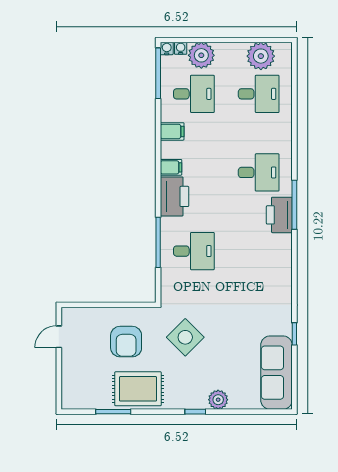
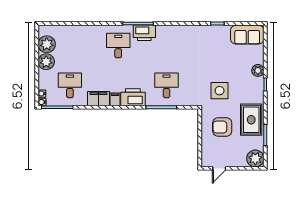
plant: (201, 55) -> (46, 62), moved
desk: (259, 94) -> (70, 46), removed
filing cabinet: (172, 131) -> (98, 99), width x2.00
door: (59, 337) -> (219, 168), hinge flipped
side table: (185, 337) -> (220, 91), turned 45
armchair: (126, 342) -> (222, 127), turned 180
sofa: (276, 373) -> (247, 35), width x0.73
plant: (75, 396) -> (255, 158), added

